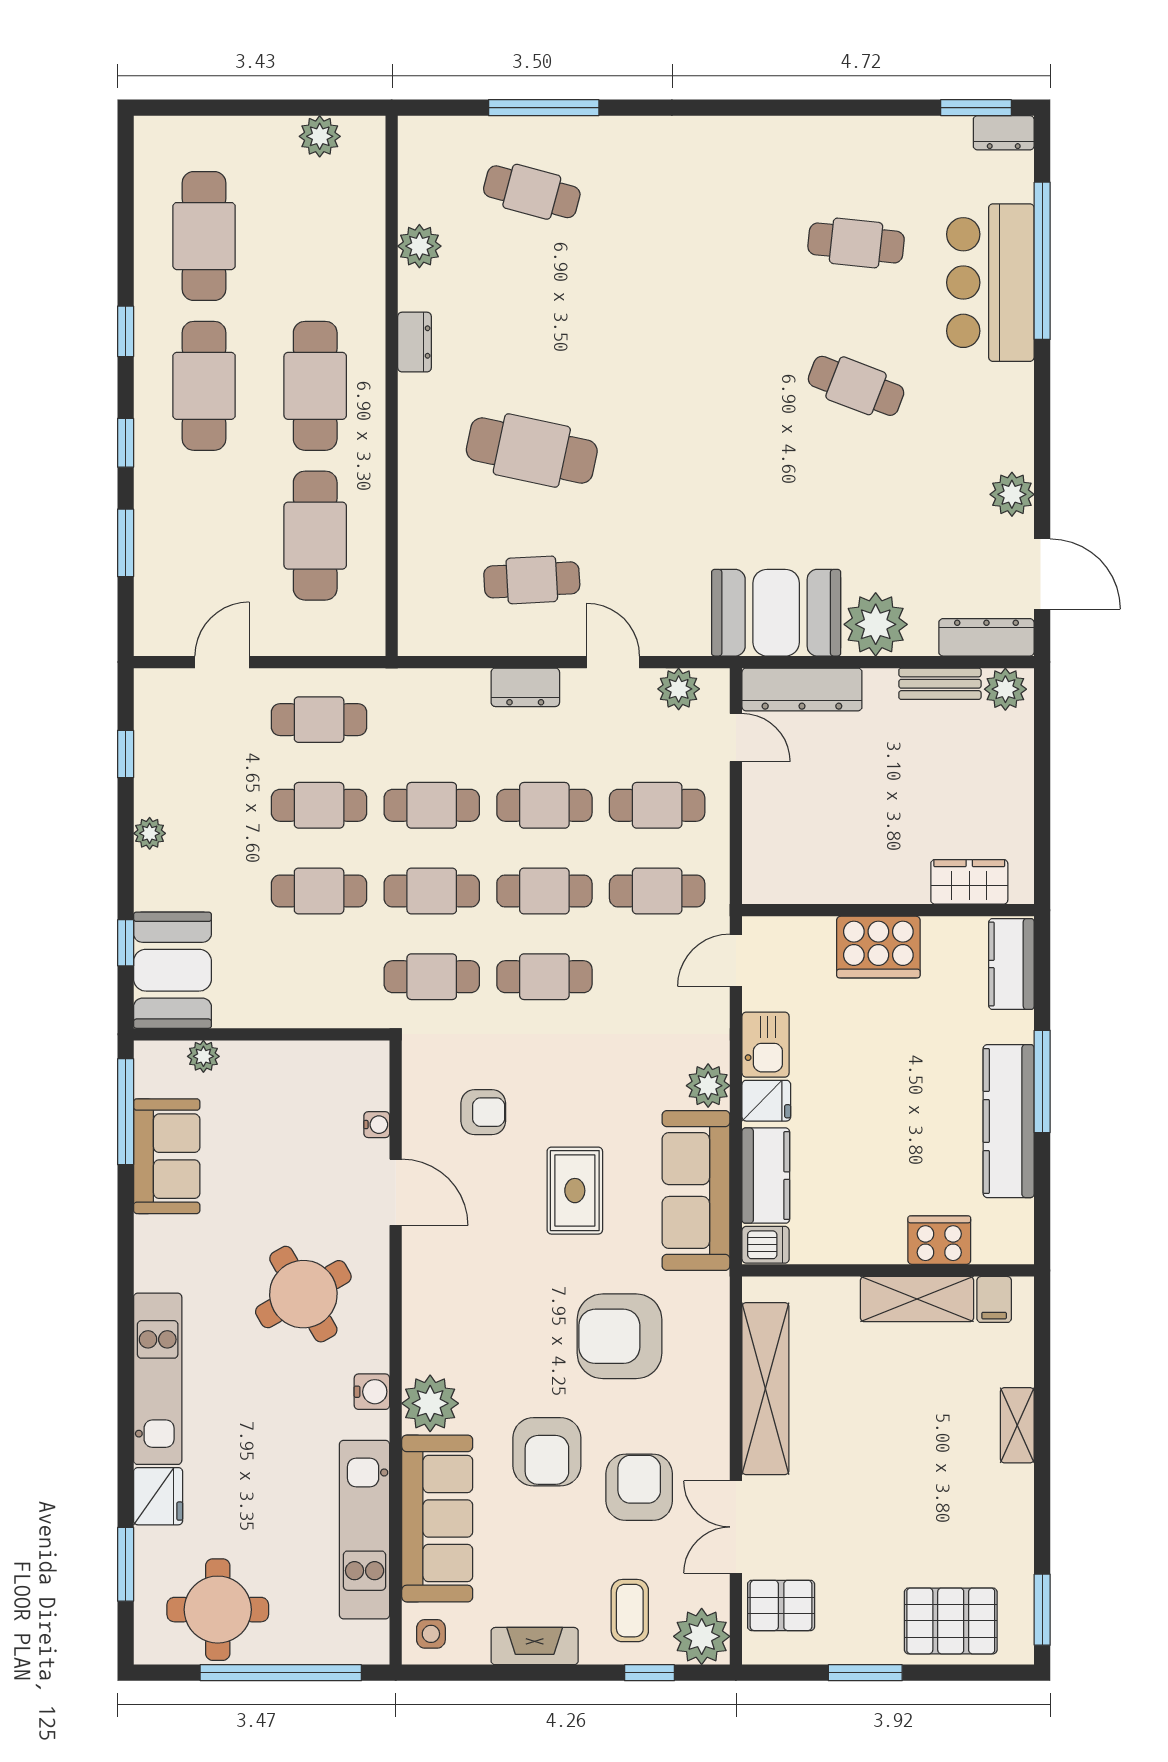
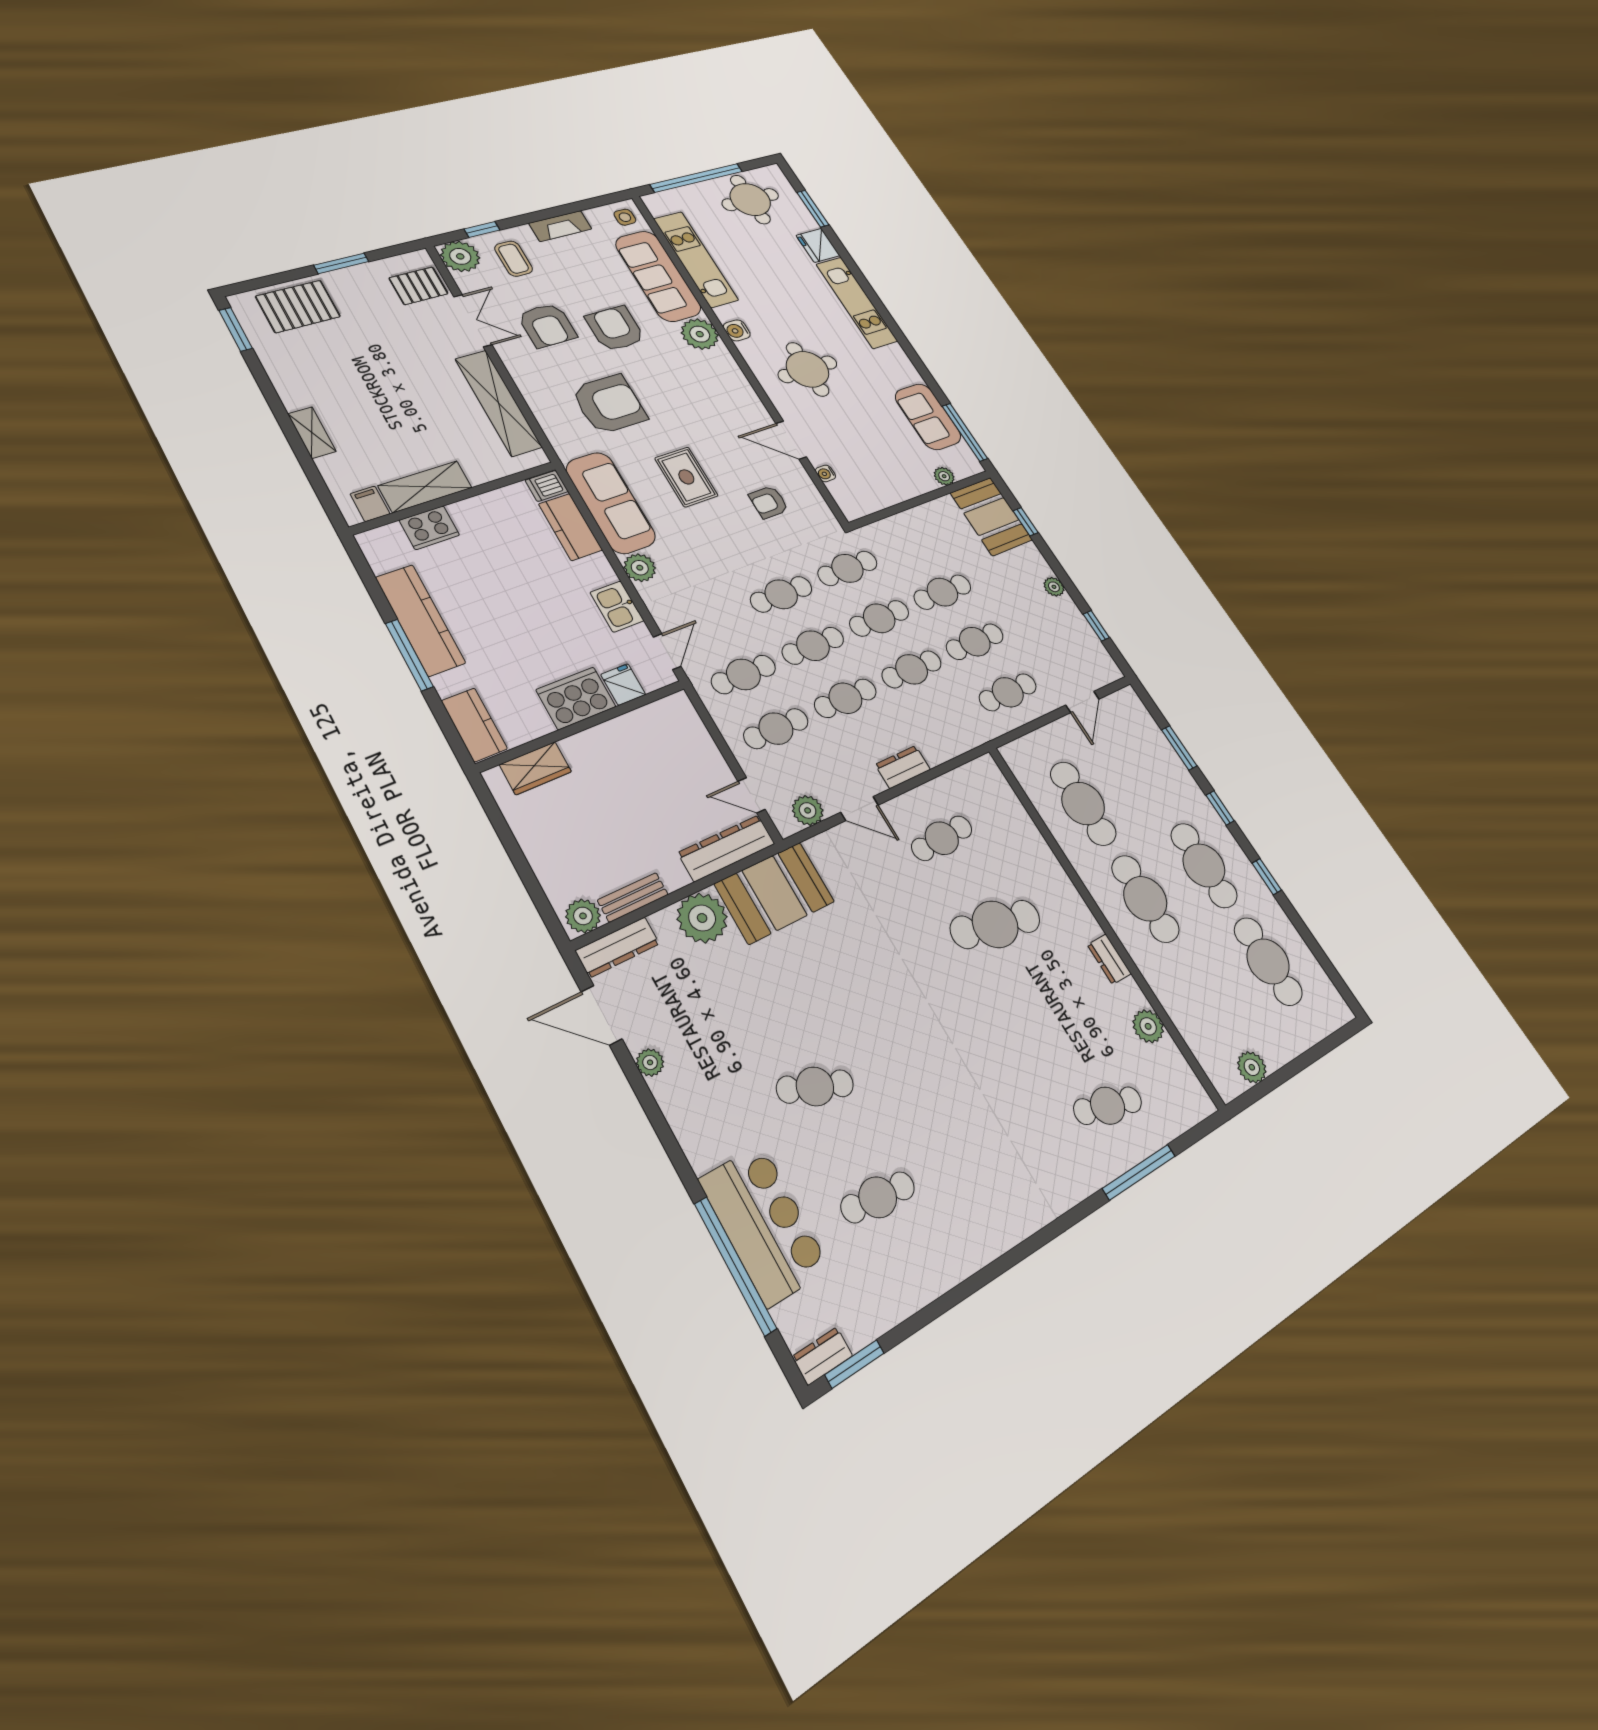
plant: (1012, 494) -> (650, 1062), width x0.73, depth x0.73
fridge: (766, 1101) -> (623, 685), moved, turned 90
round table: (303, 1294) -> (808, 369), turned 30

